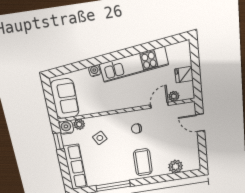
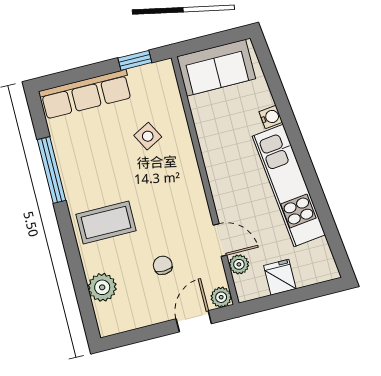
plant: (79, 124) -> (221, 297), moved
water cooler: (66, 127) -> (163, 73), removed
chair: (137, 129) -> (163, 265), moved

